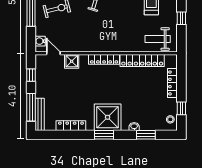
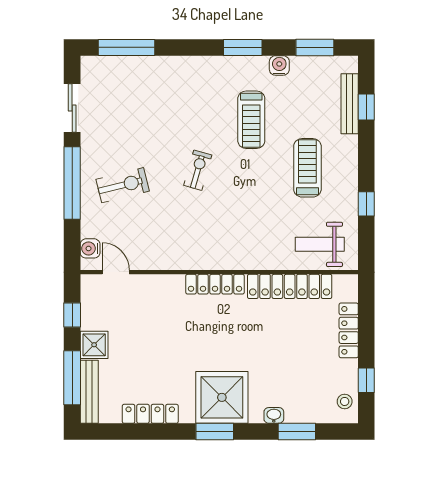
shower: (72, 61) -> (94, 345), moved

